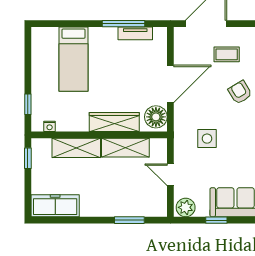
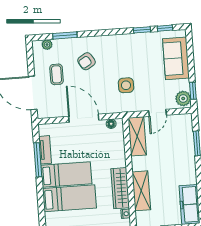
bed: (103, 57) -> (66, 174), added
floor lamp: (156, 117) -> (111, 124), width x0.53, depth x0.53
wardrobe: (114, 122) -> (120, 188), moved
shelving: (125, 148) -> (137, 136), moved
window: (216, 220) -> (193, 91), moved

